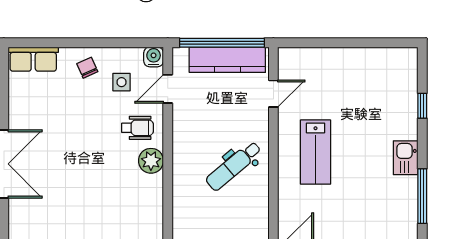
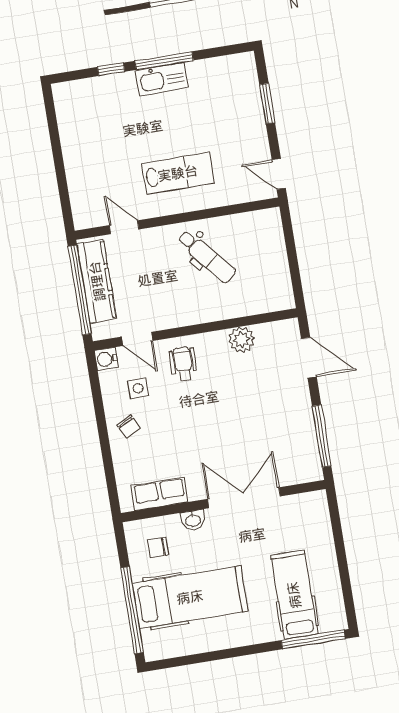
row of seats: (33, 59) -> (160, 494), moved, turned -90
chair: (87, 68) -> (129, 427), turned -93
kitchen sink: (406, 158) -> (162, 79), width x1.38
plant: (151, 161) -> (241, 340), moved
window: (422, 196) -> (164, 61), moved

